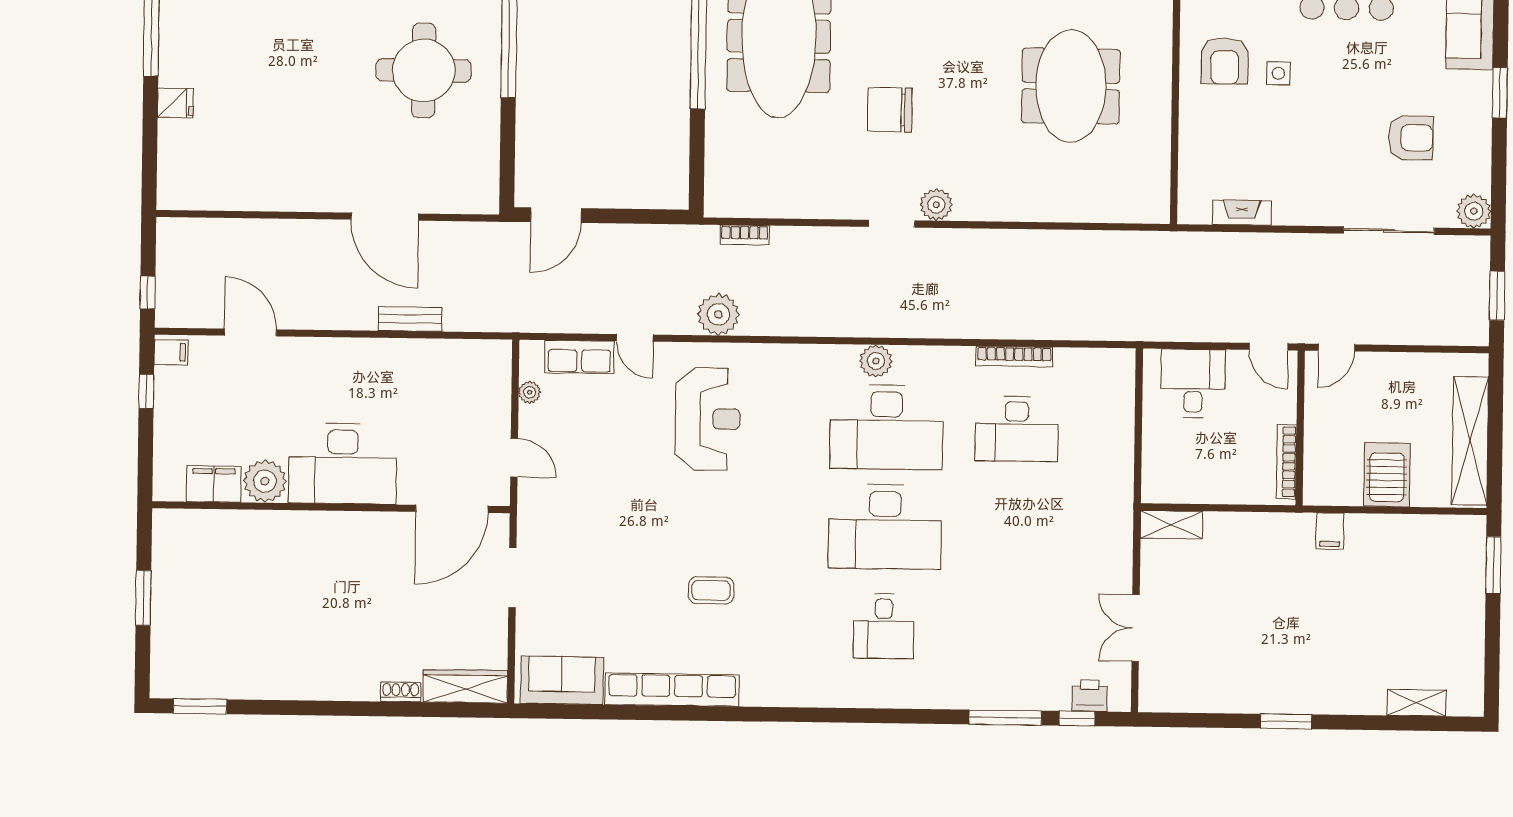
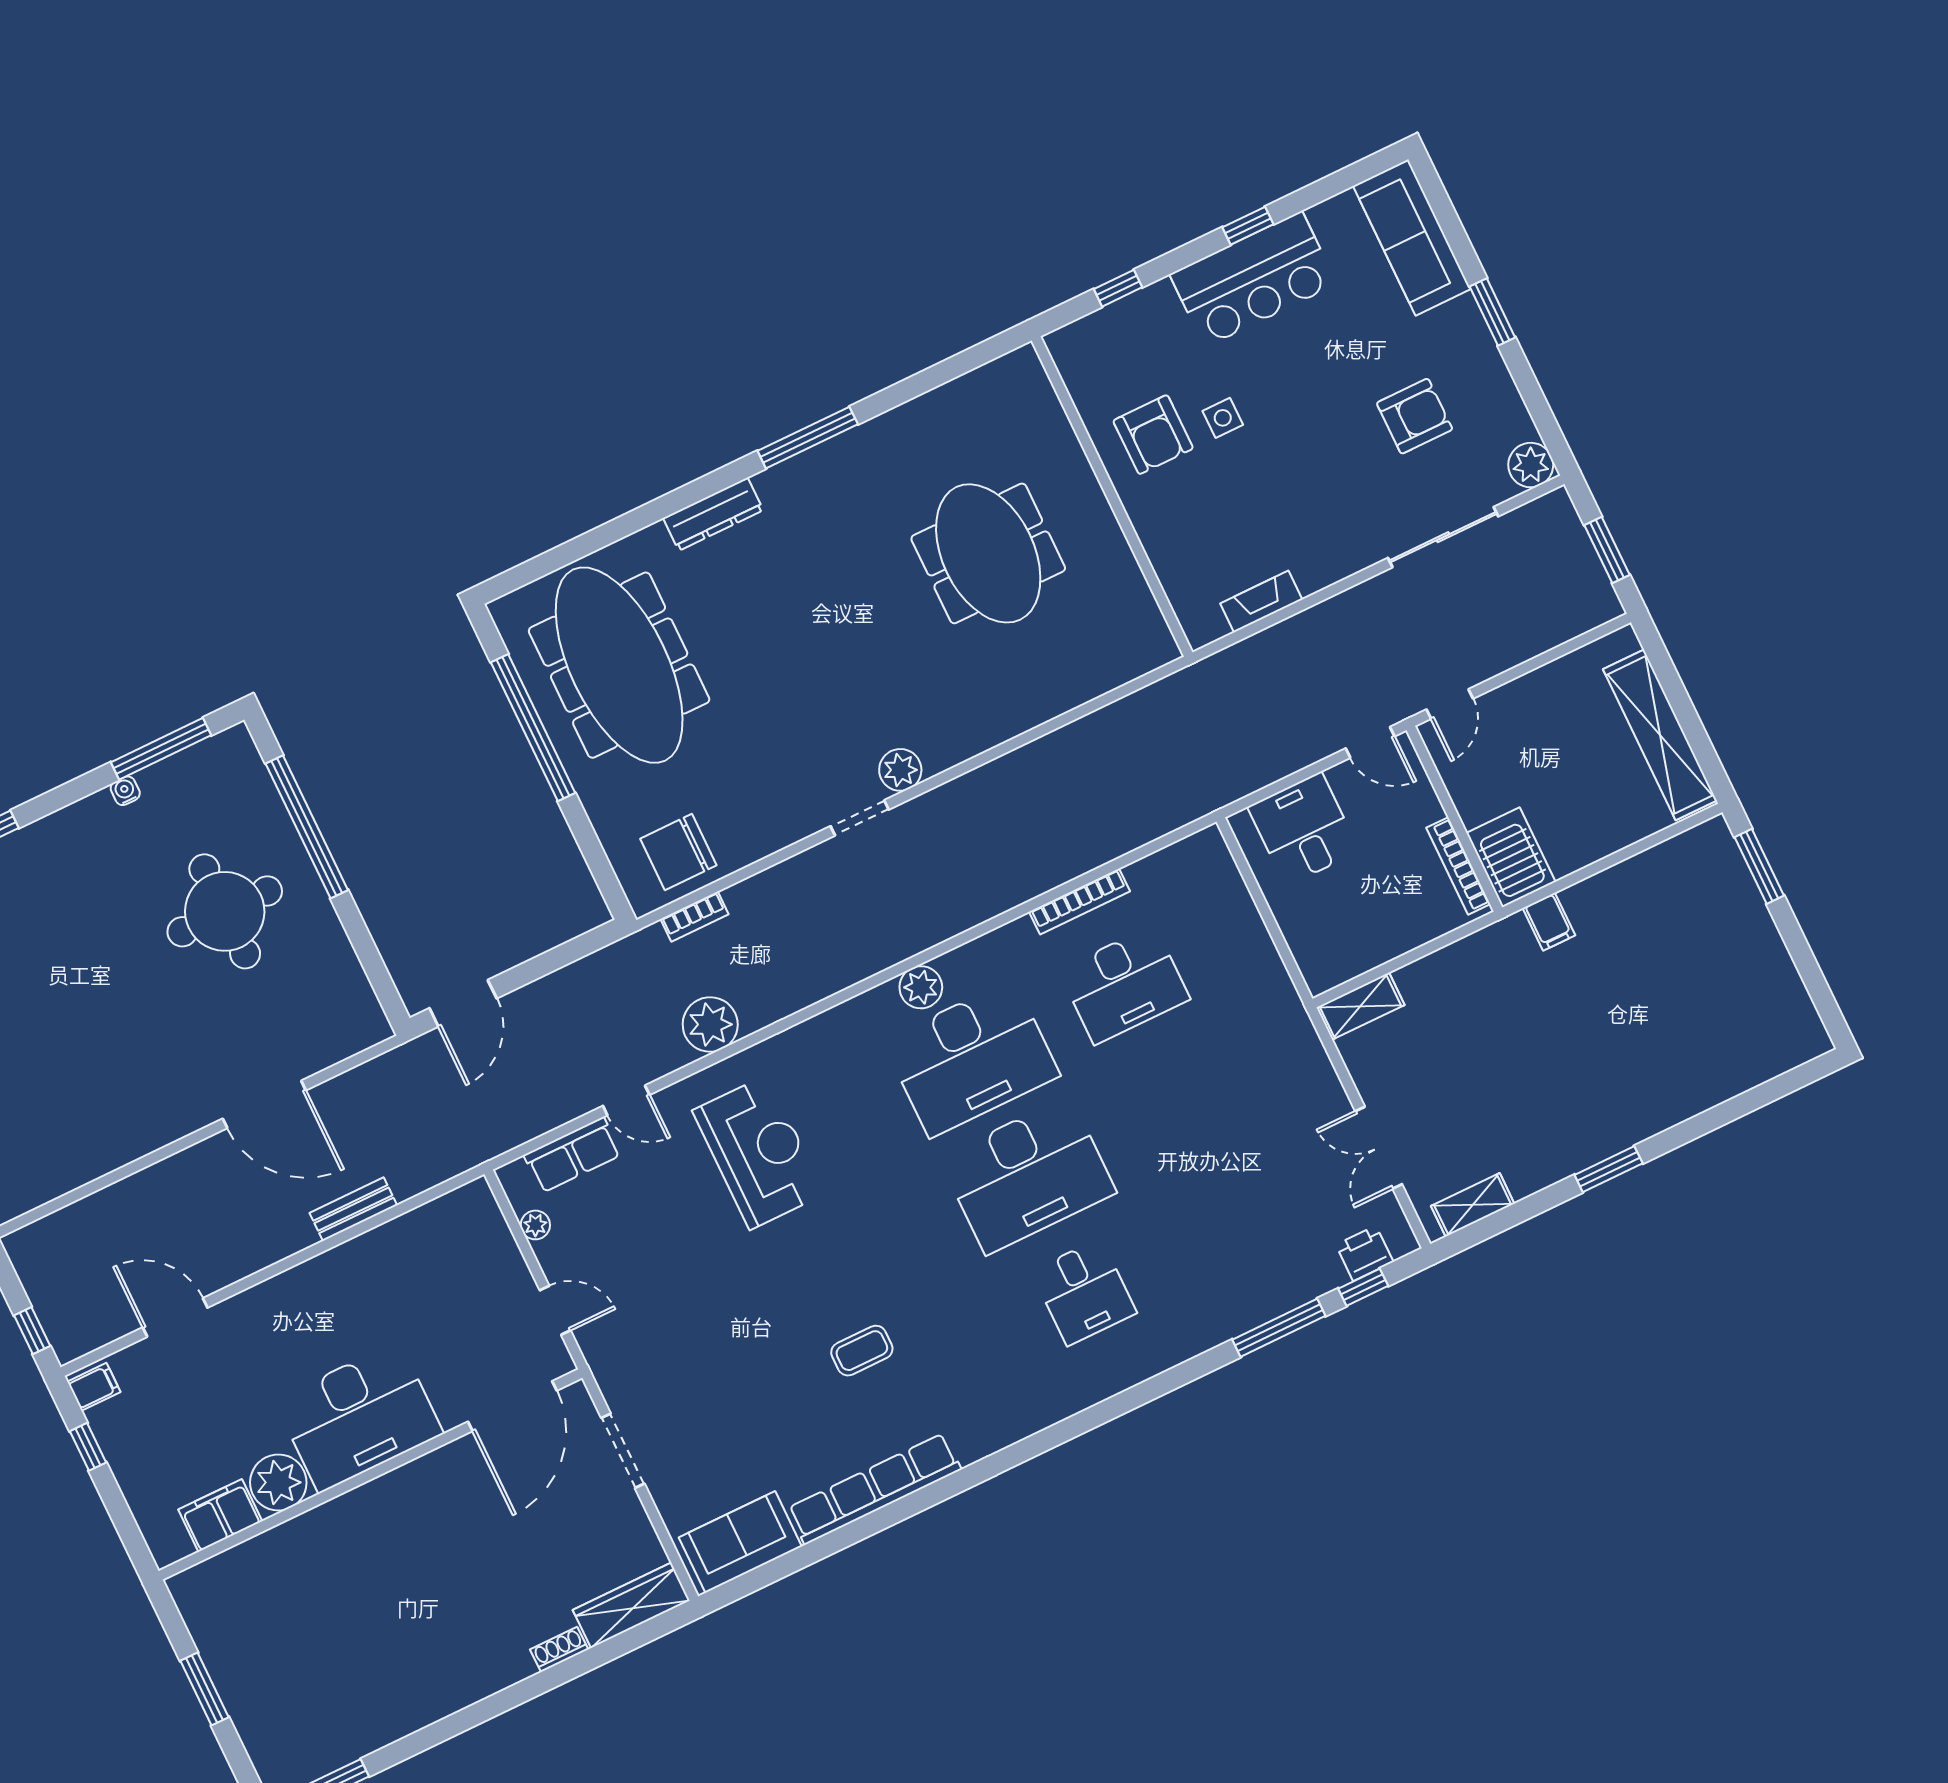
chair: (890, 110) -> (678, 852), moved
server rack: (1387, 475) -> (1511, 857), moved
shelving: (1417, 703) -> (1473, 1205), moved

